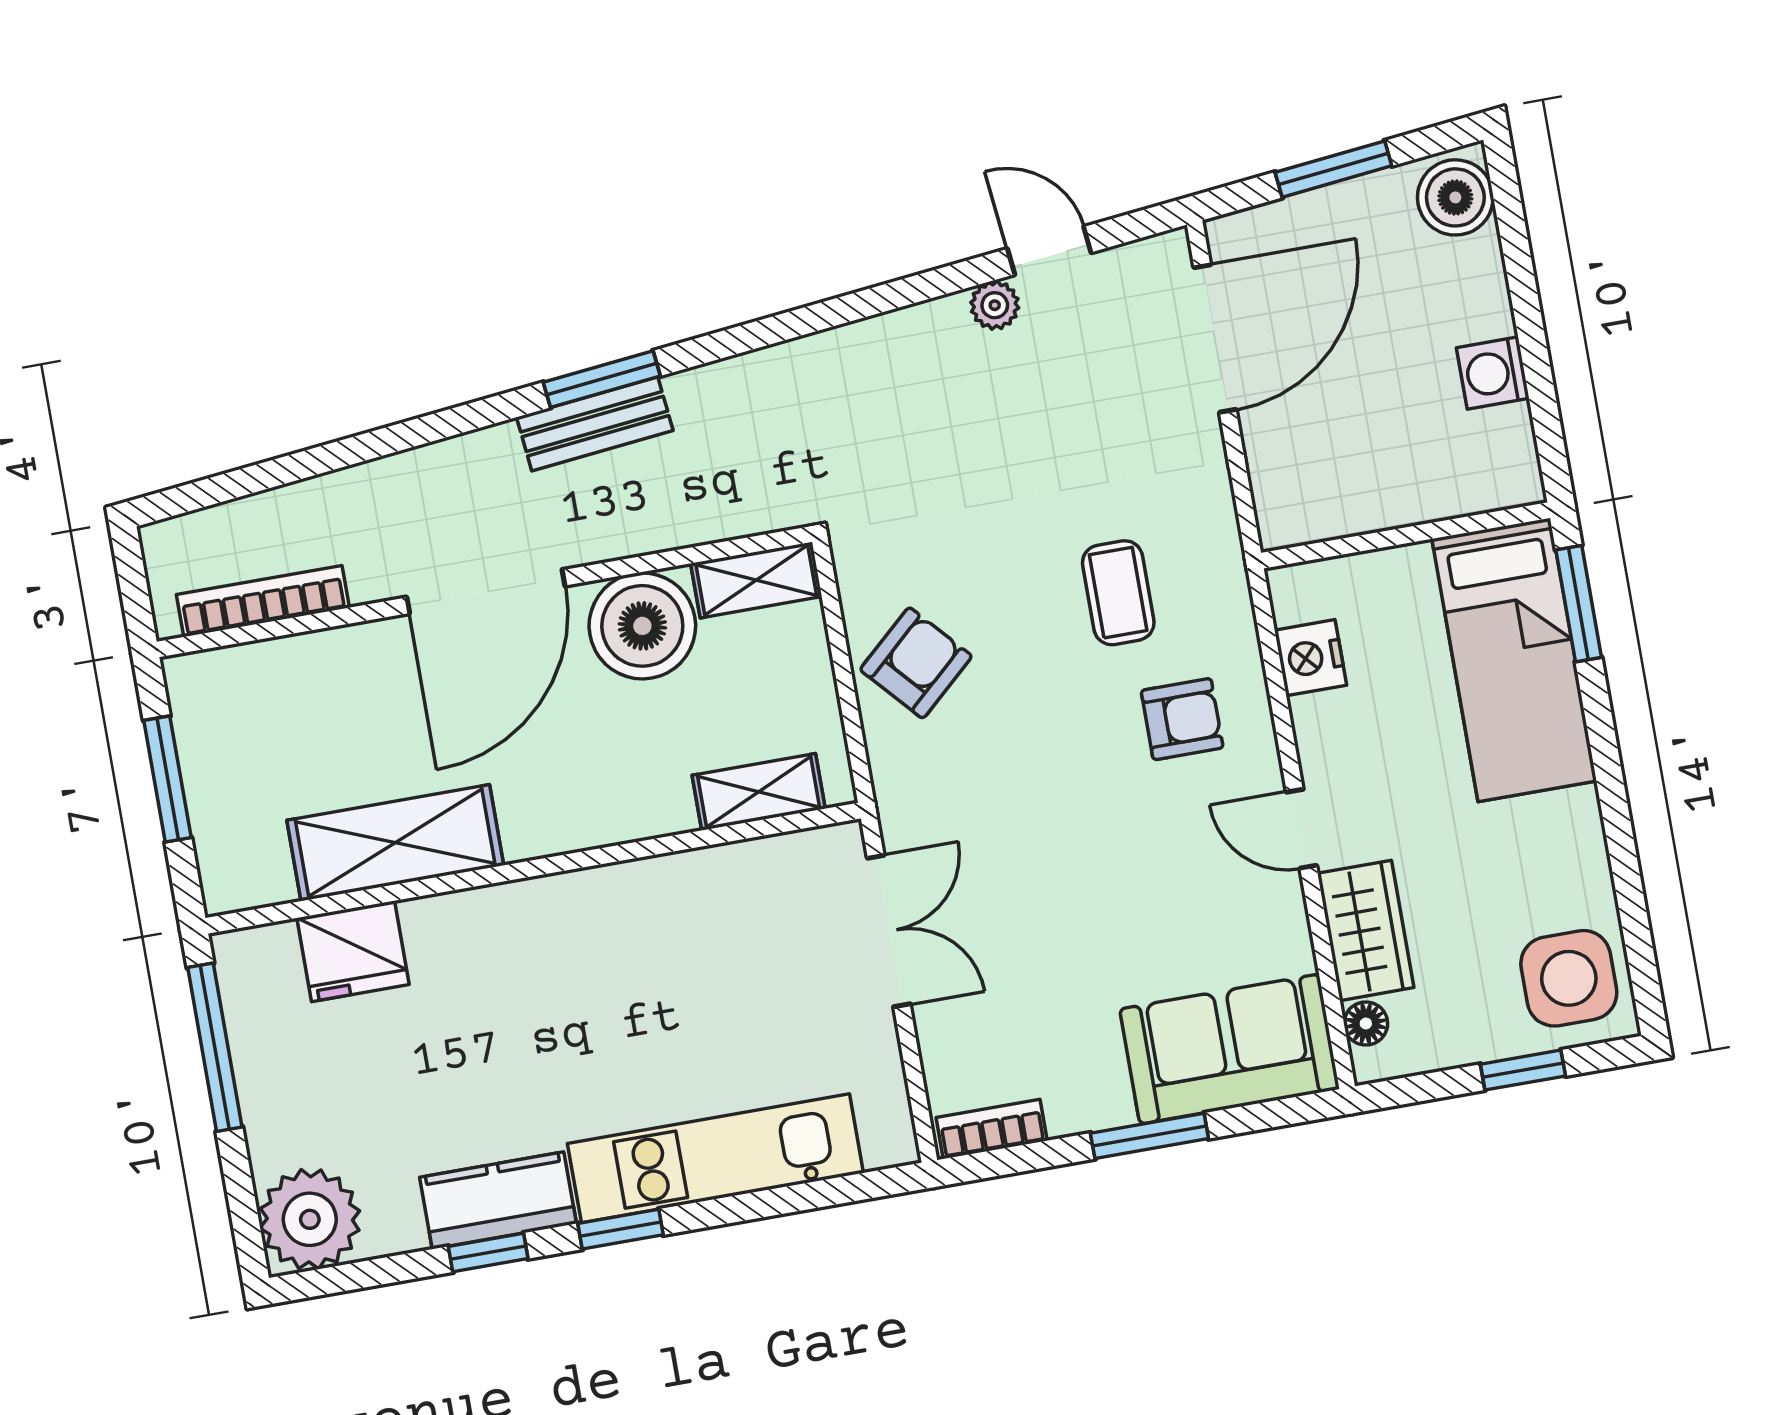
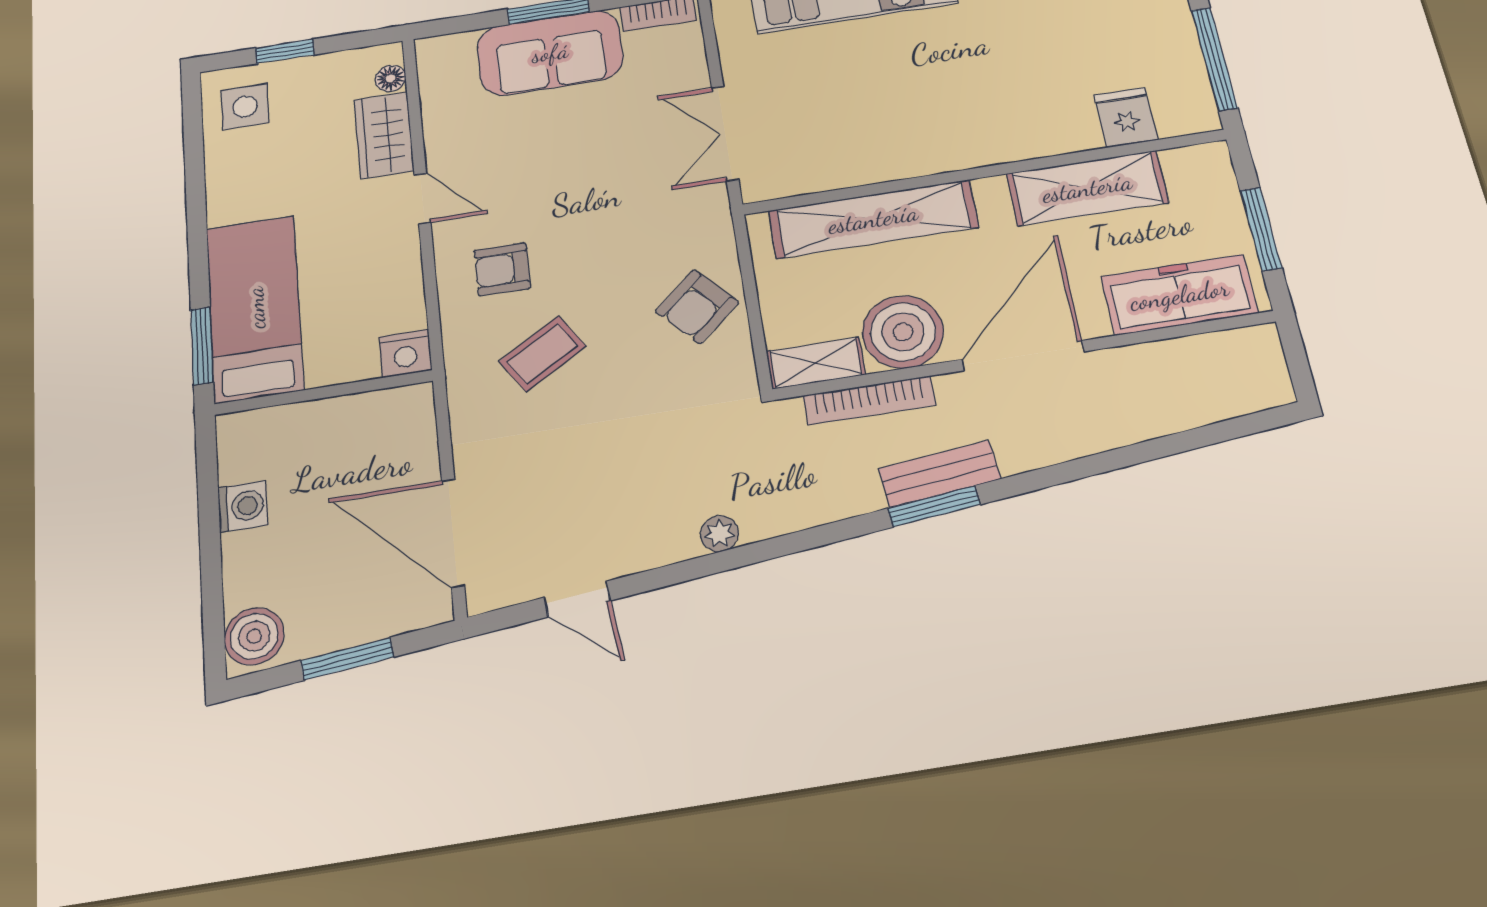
plant: (995, 305) -> (719, 534), moved
door: (1215, 338) -> (453, 533), hinge flipped
coffee table: (1118, 593) -> (542, 354), turned 58
bookcase: (263, 601) -> (869, 400), moved
nightstand: (1311, 658) -> (405, 353), moved, turned 90
freezer: (280, 681) -> (1179, 295), added
shelving: (759, 792) -> (873, 219), width x2.20, depth x1.33
fridge: (353, 951) -> (1126, 117), width x0.72
side table: (1569, 978) -> (245, 107), width x0.73, depth x0.73
sofa: (1229, 1049) -> (550, 53), moved

